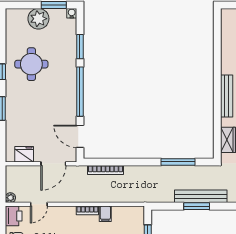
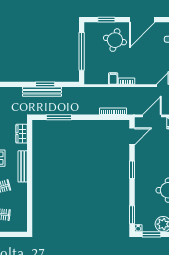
window: (80, 47) -> (132, 215), moved
window: (80, 92) -> (132, 170), width x0.47
door: (80, 136) -> (132, 136), hinge flipped

